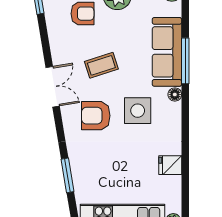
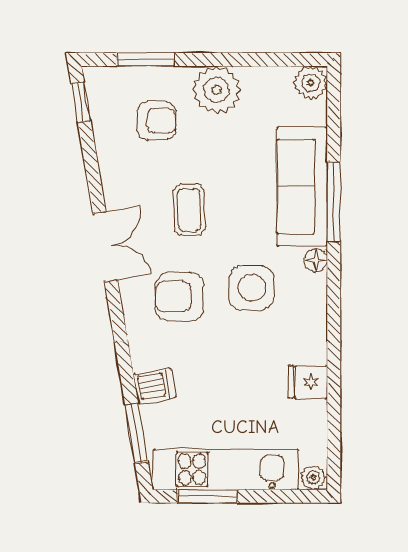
coffee table: (101, 65) -> (189, 210), turned -74
dishwasher: (81, 167) -> (155, 386), added
window: (67, 175) -> (136, 433), moved

